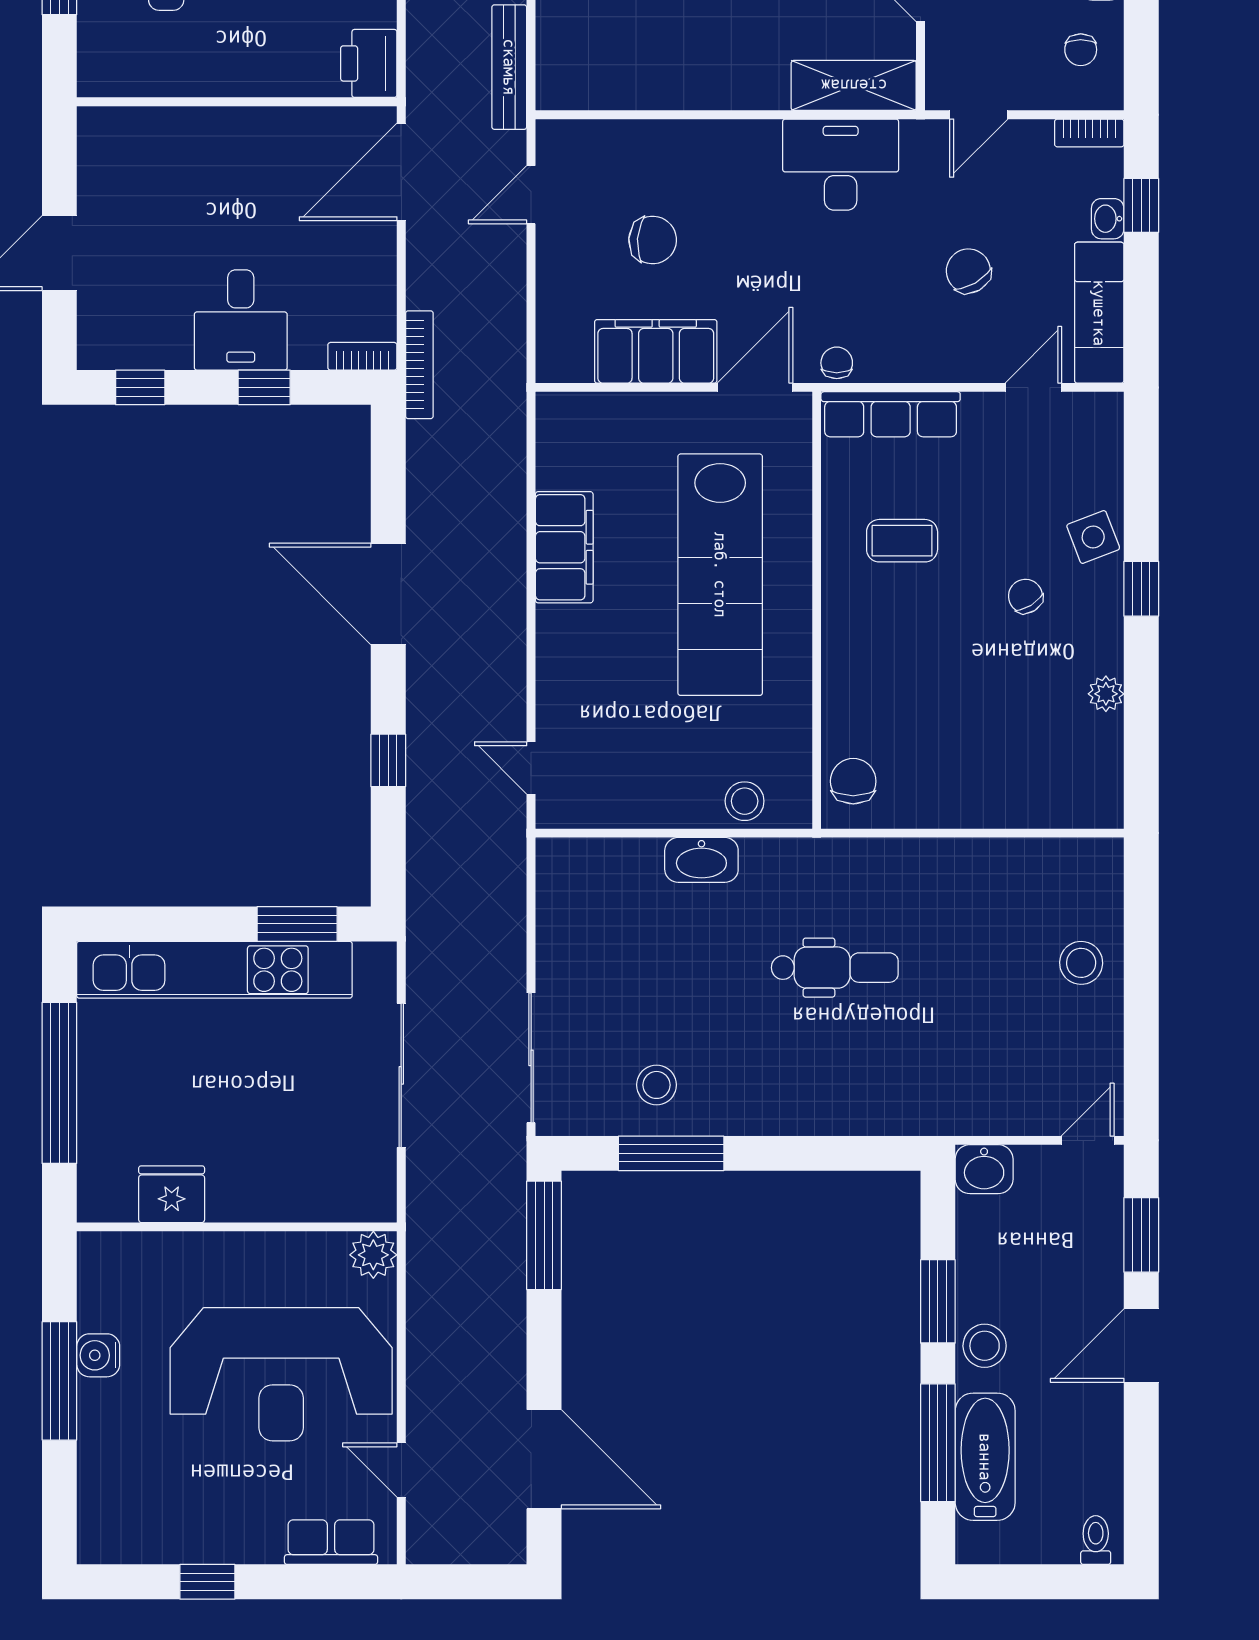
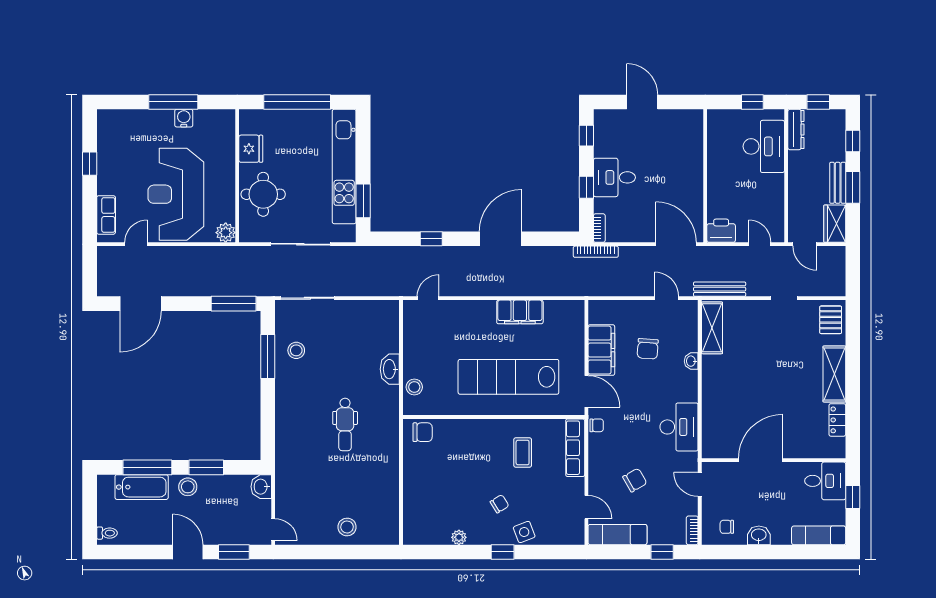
shelving: (854, 85) -> (712, 328), moved
washbasin: (1108, 219) -> (691, 361), moved, turned -90
round table: (281, 1164) -> (263, 194), added

